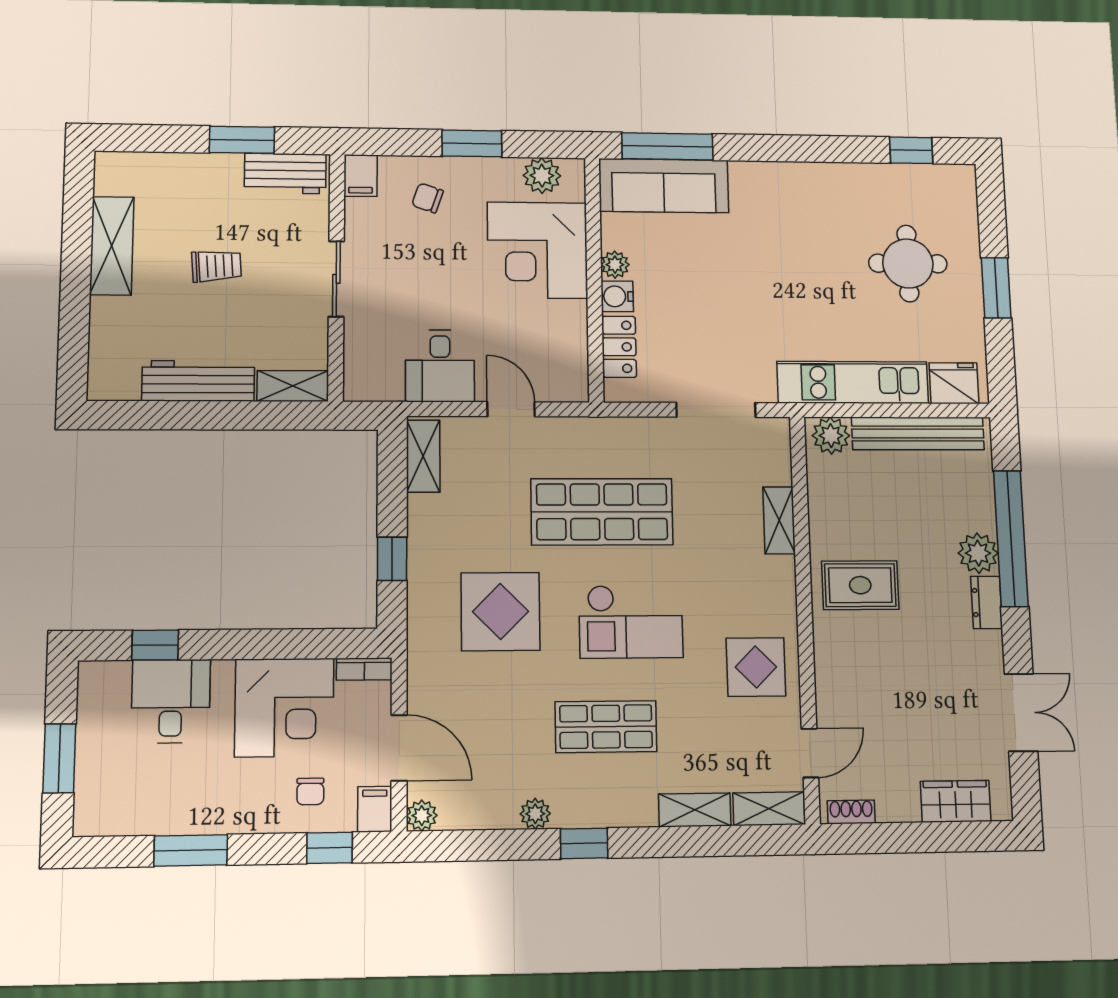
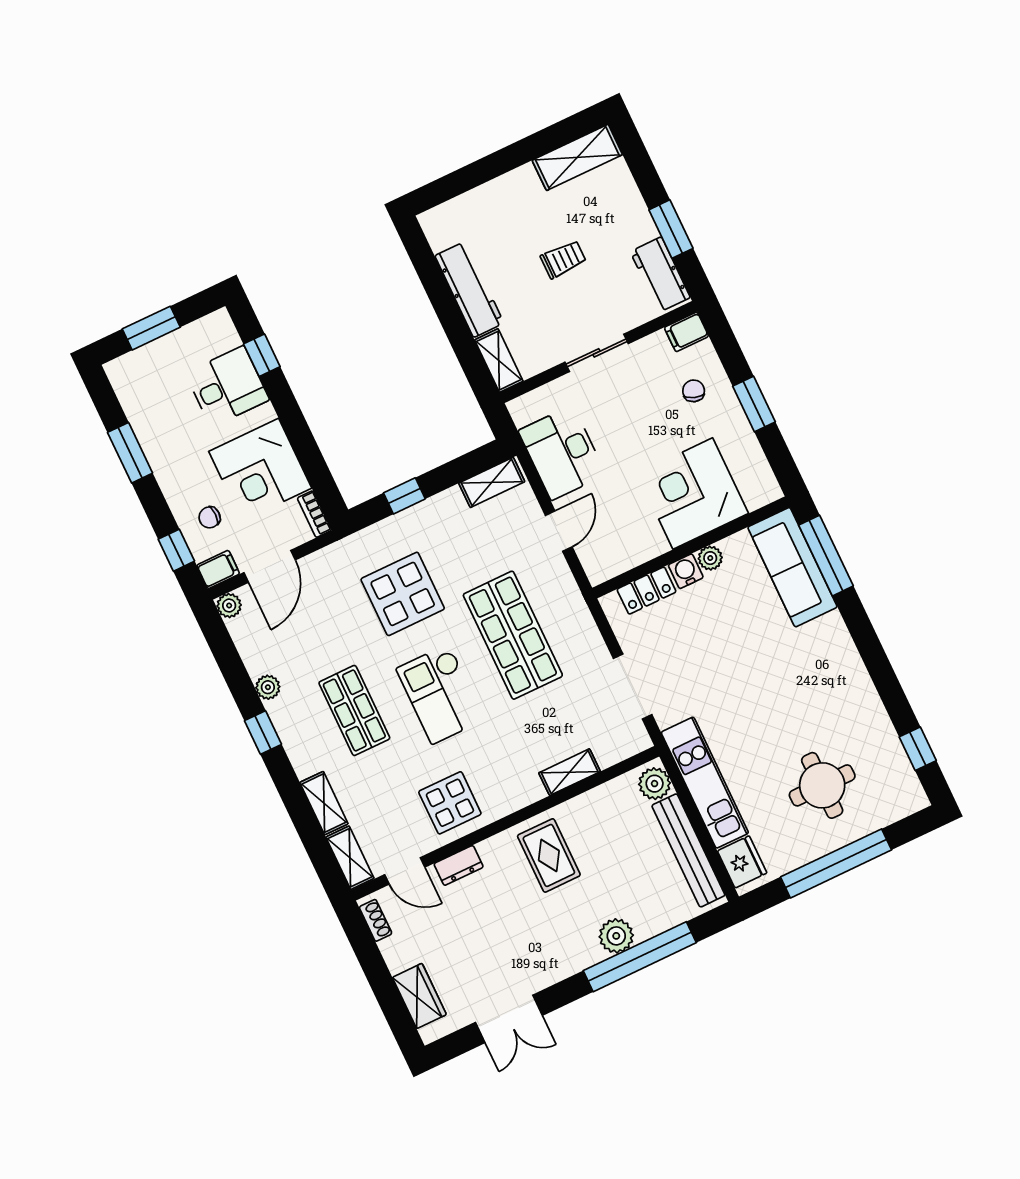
plant: (542, 176) -> (754, 470), removed
shelving: (112, 246) -> (577, 157), moved
trolley: (217, 266) -> (563, 259), turned -86
window: (996, 288) -> (836, 863), width x2.11
desk: (440, 366) -> (562, 453), width x1.37
dresser: (987, 602) -> (459, 865), moved, turned 180

